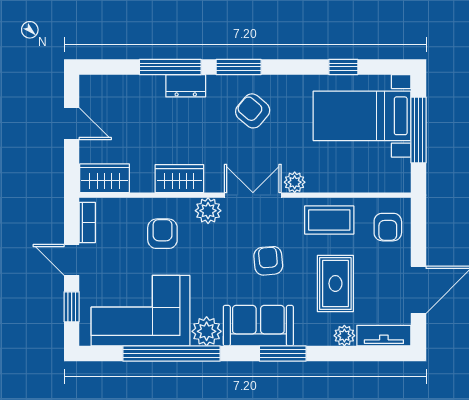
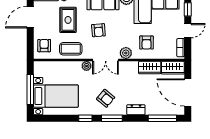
window: (170, 67) -> (162, 118), moved
window: (343, 67) -> (85, 118), moved
door: (72, 124) -> (188, 93), width x1.87
wardrobe: (179, 179) -> (150, 68), moved
door: (72, 260) -> (188, 31), hinge flipped

